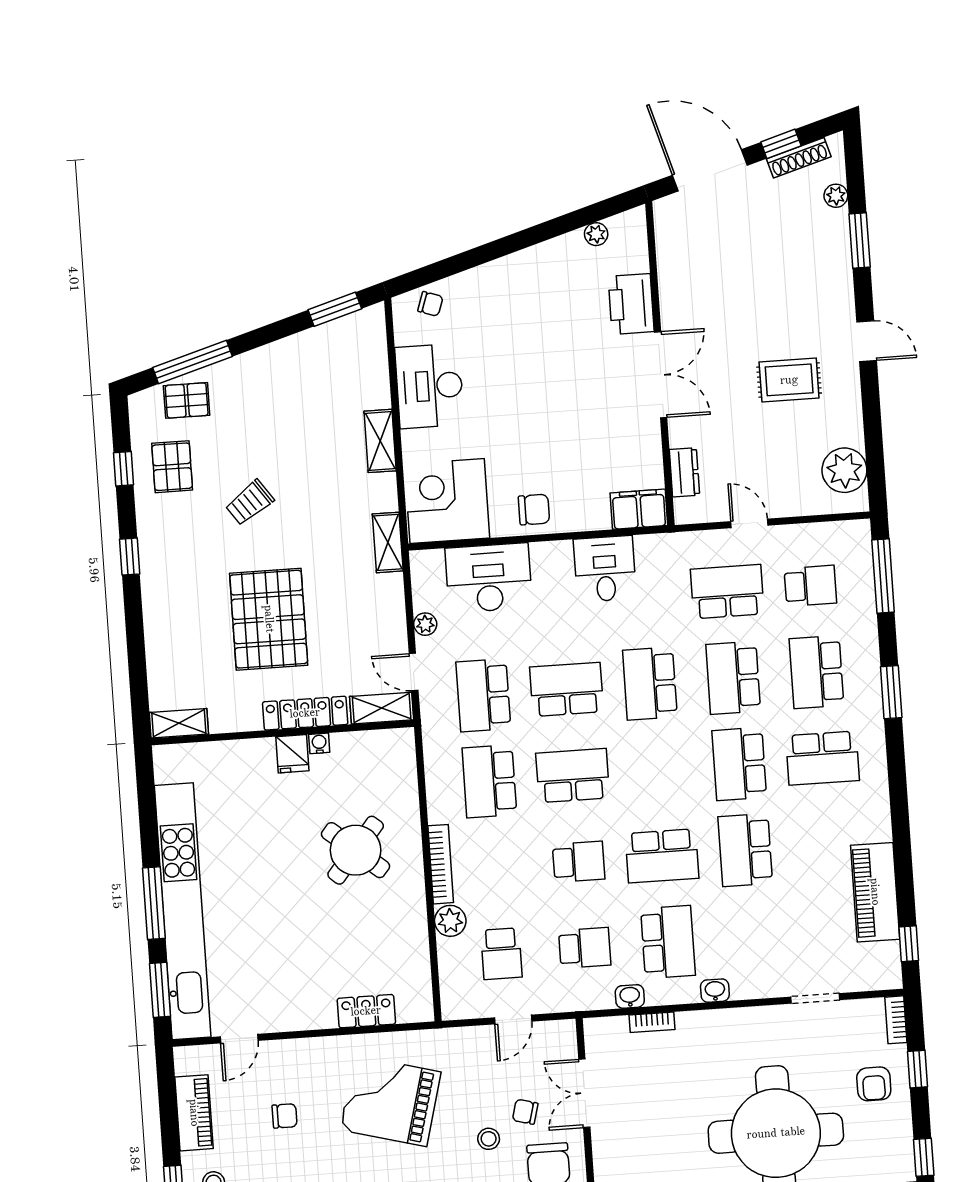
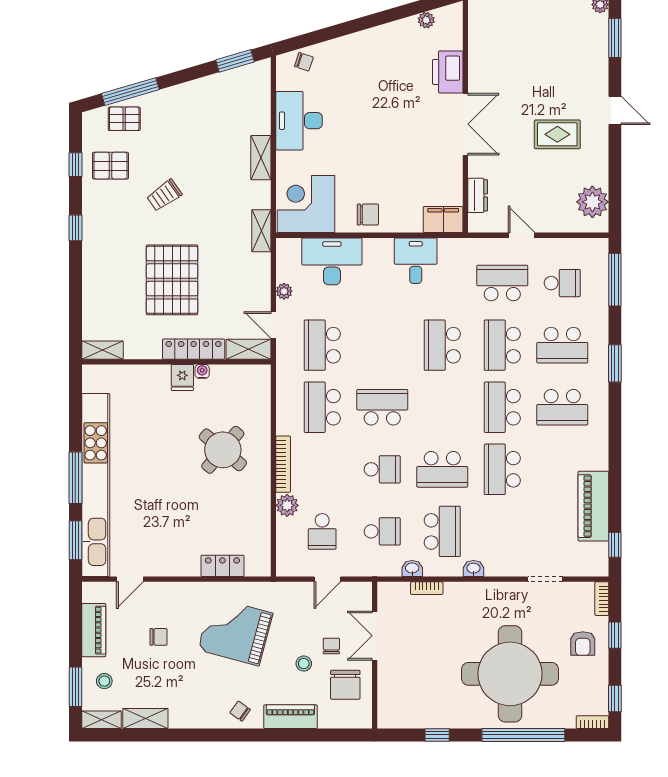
pallet: (172, 467) -> (110, 166), turned 90
school desk: (816, 672) -> (562, 345), turned -90
school desk: (567, 689) -> (382, 345), removed
chair: (525, 1112) -> (331, 646), turned 75

